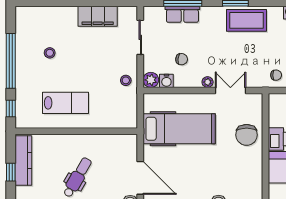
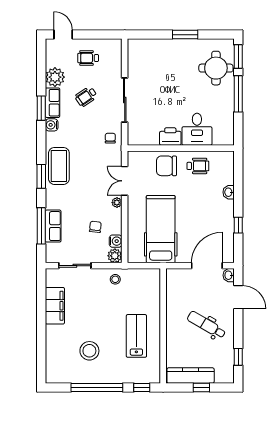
stool: (50, 53) -> (89, 351), width x1.89, depth x1.89
chair: (247, 135) -> (166, 166), turned 180
wheelchair: (246, 168) -> (198, 166), added

